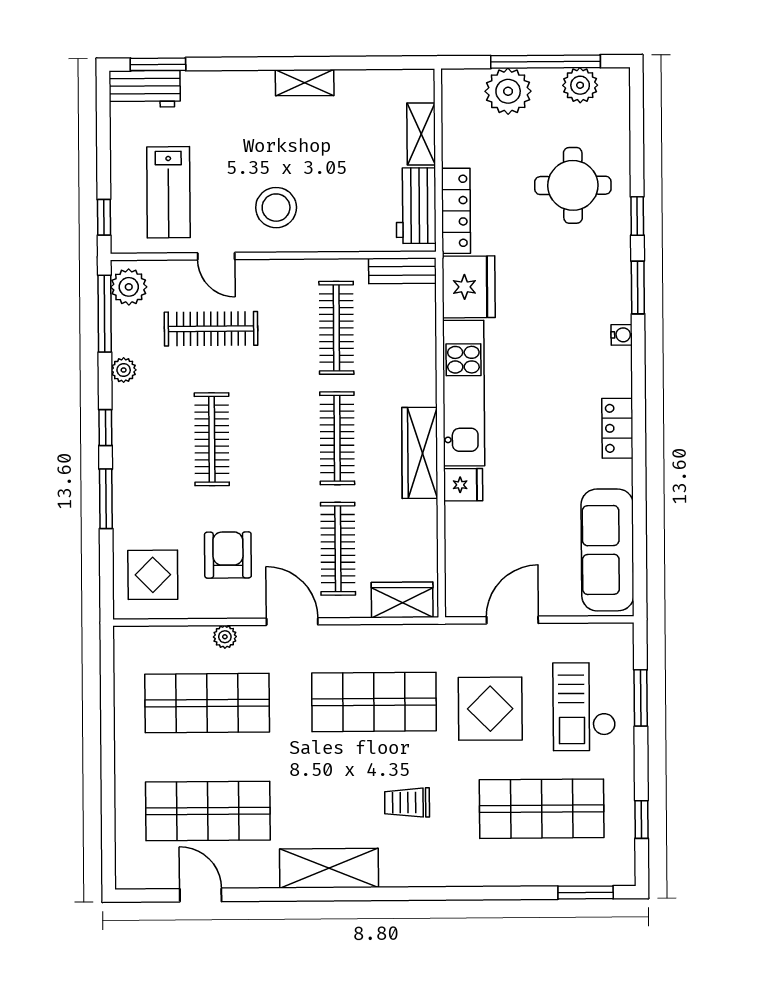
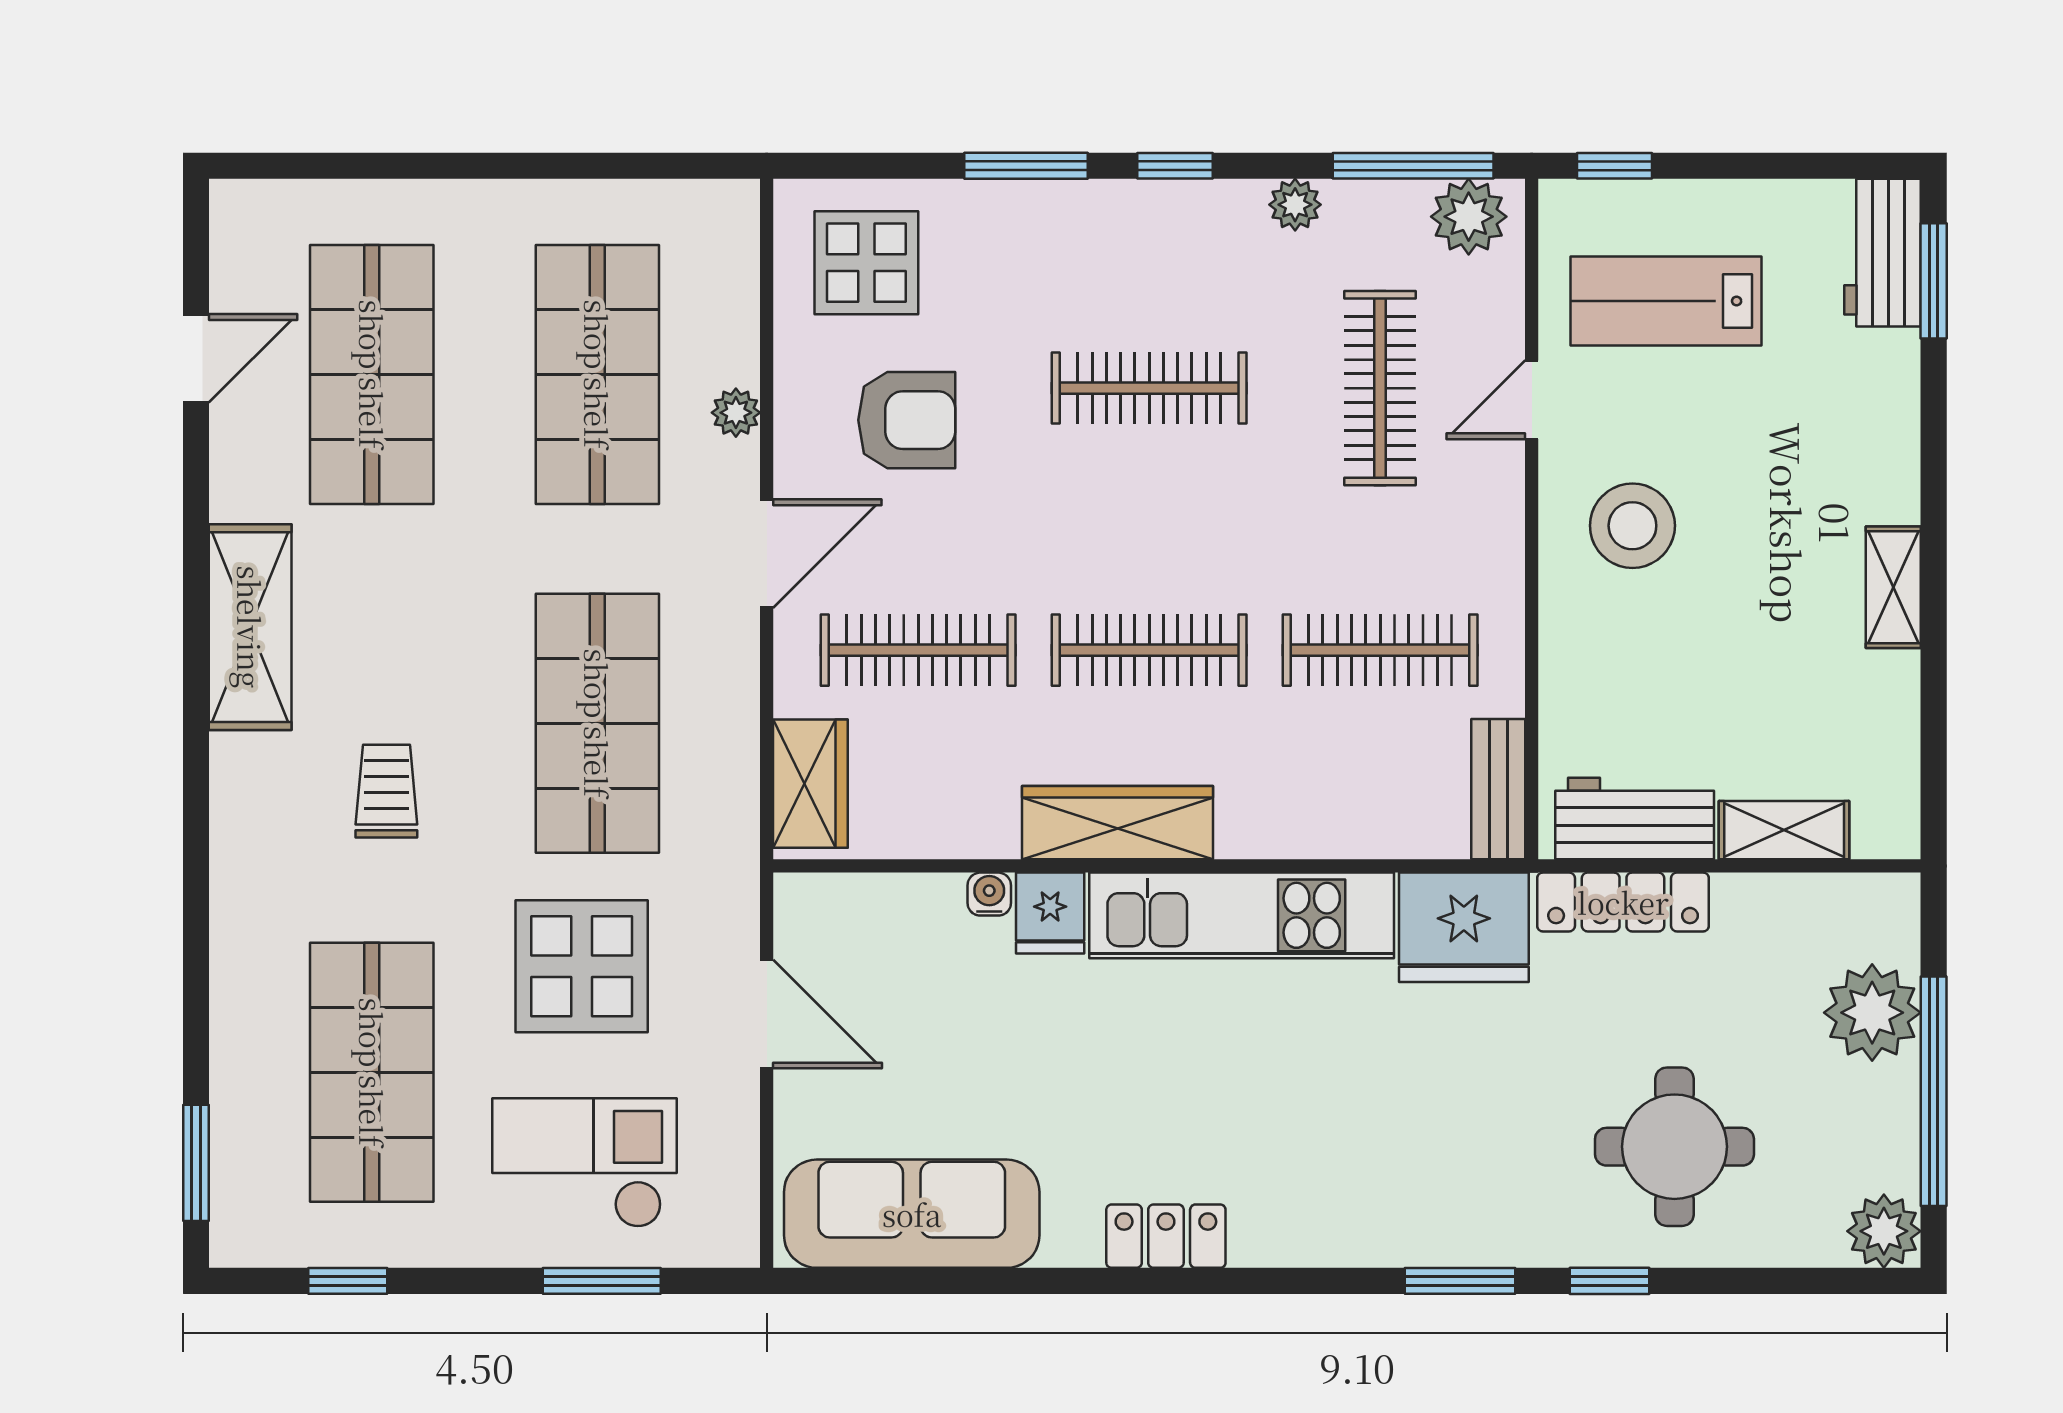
plant: (580, 85) -> (1884, 1231), moved
water cooler: (622, 335) -> (989, 894), moved, turned 180

